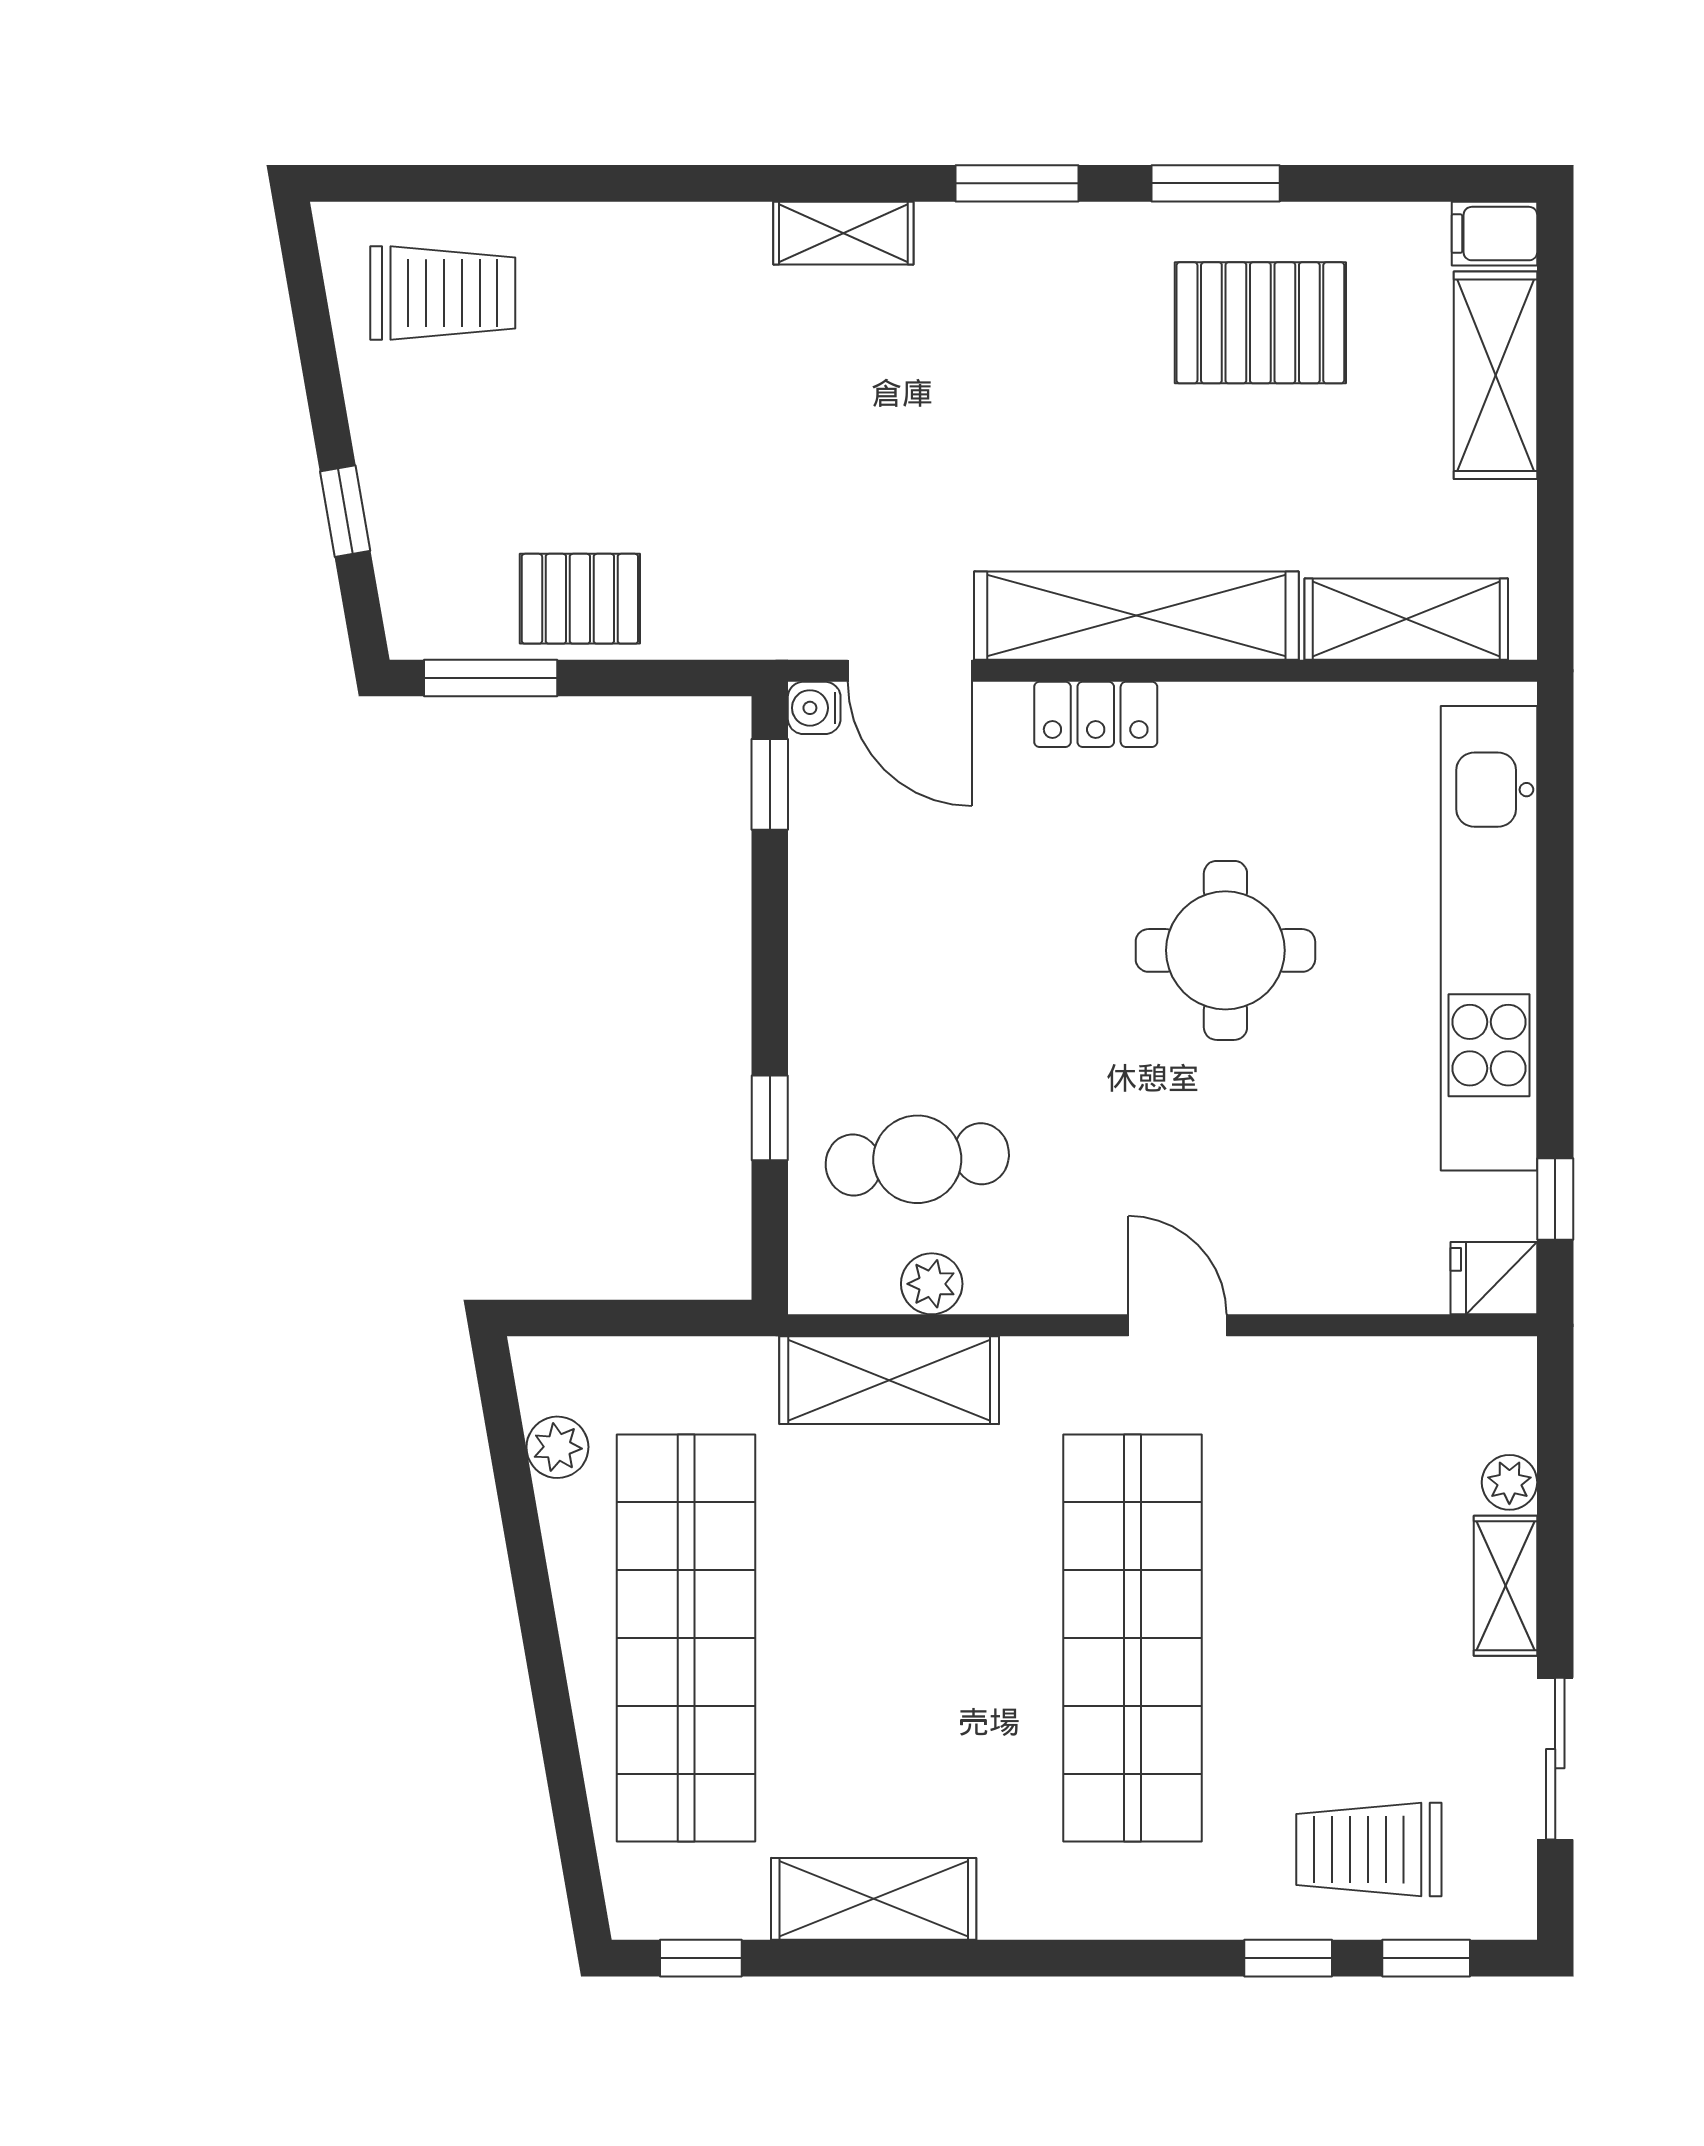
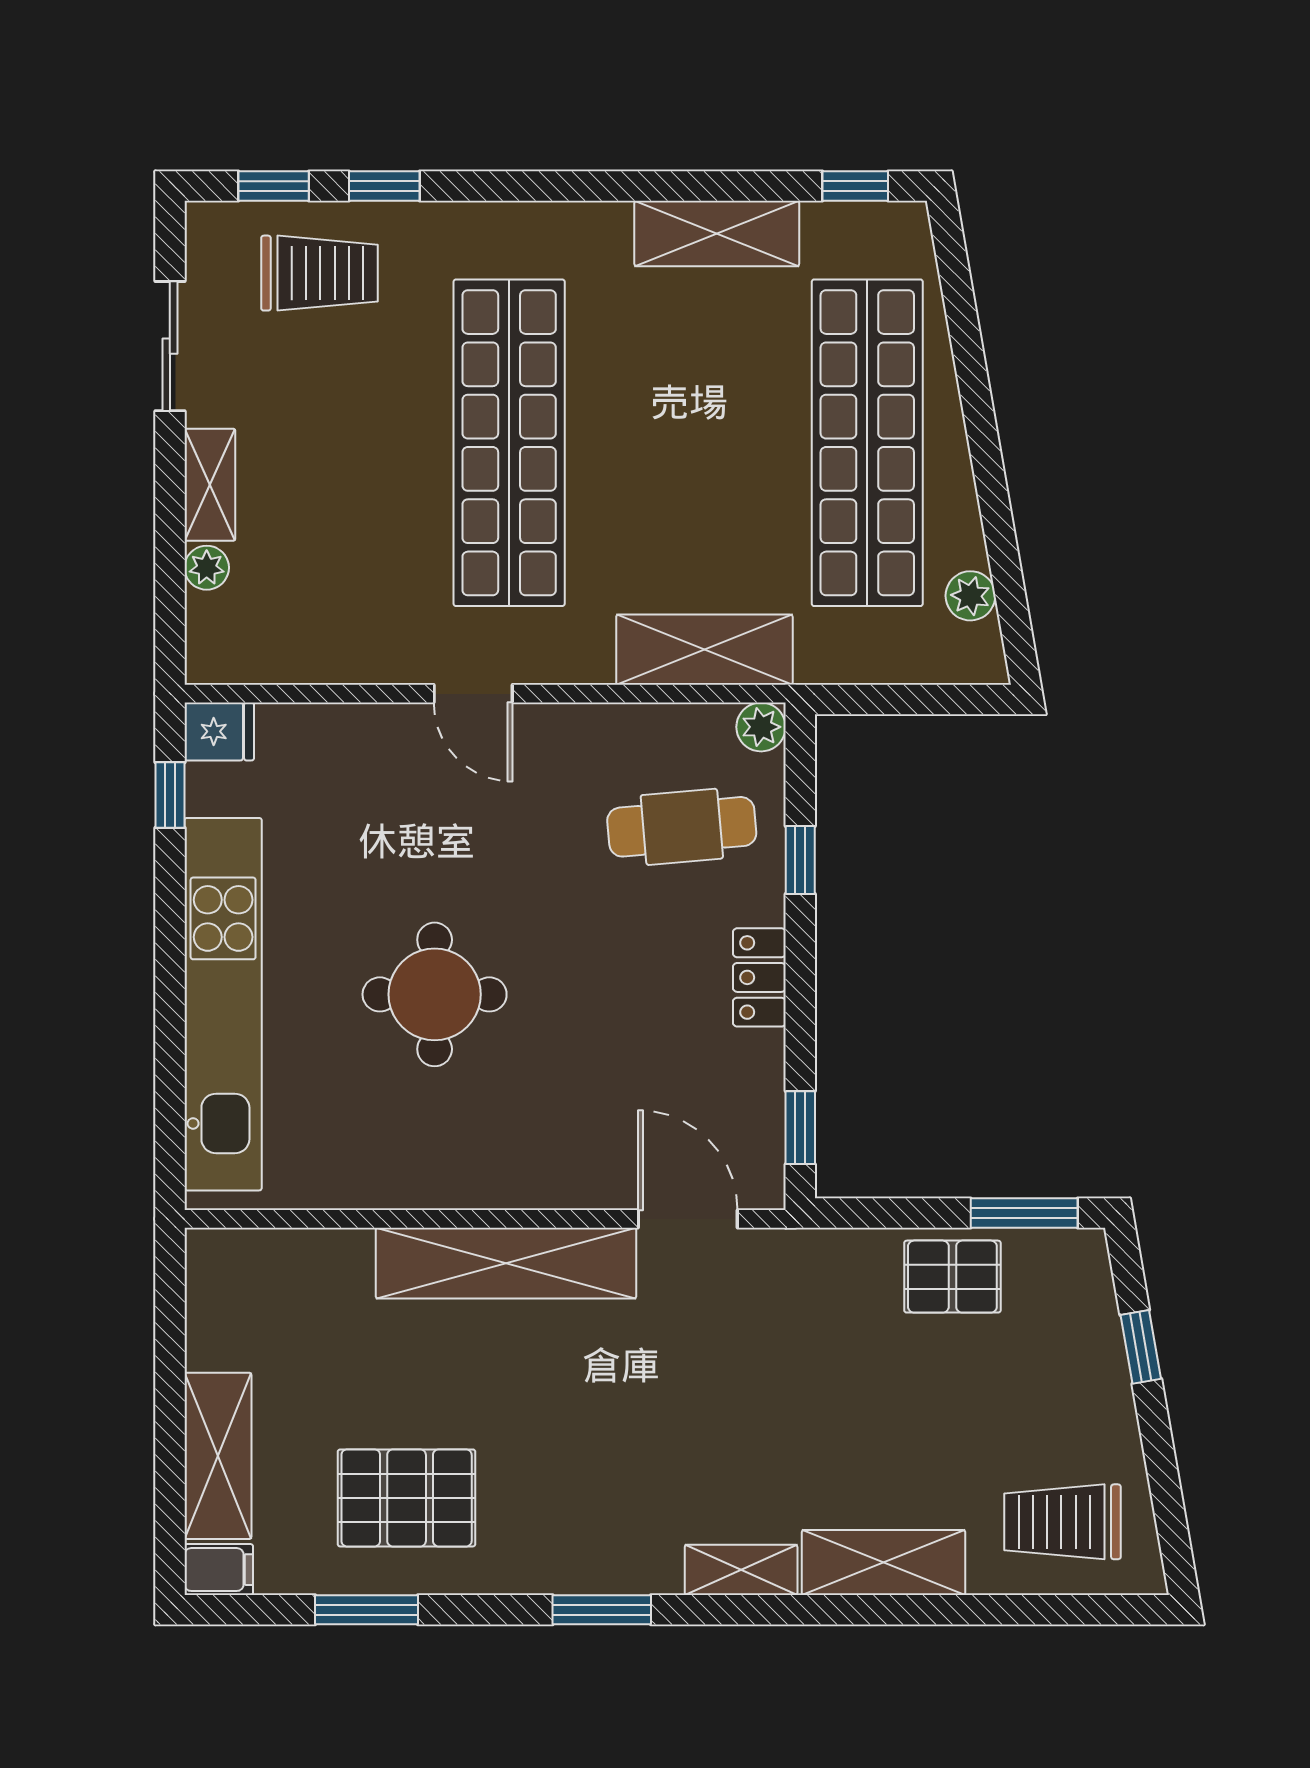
window: (1216, 183) -> (366, 1610), moved
shelving: (1406, 619) -> (884, 1563), moved
water cooler: (814, 708) -> (764, 1189), removed
locker: (1096, 714) -> (759, 977), moved, turned -90
plant: (932, 1284) -> (761, 727), moved

